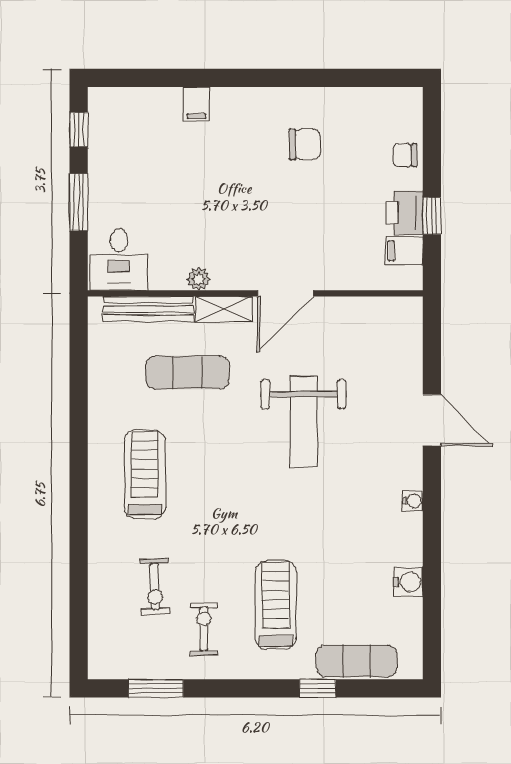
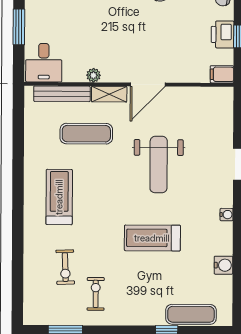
filing cabinet: (404, 251) -> (222, 74), moved
treadmill: (276, 605) -> (152, 238), moved, turned -90

